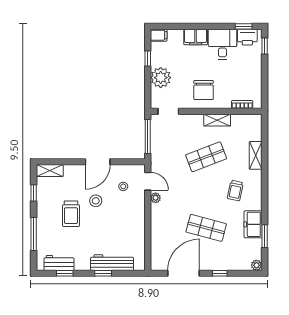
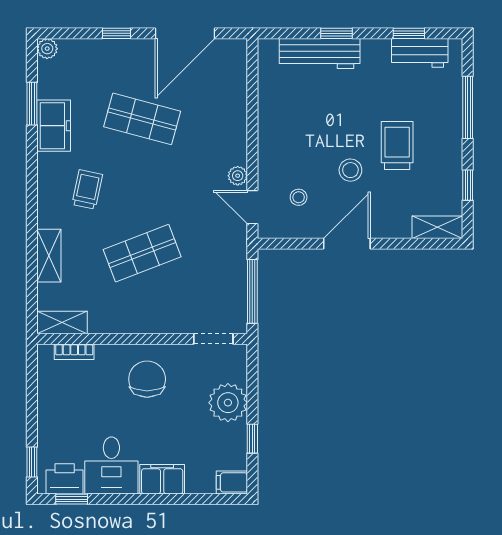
shelving: (217, 120) -> (62, 322), moved

